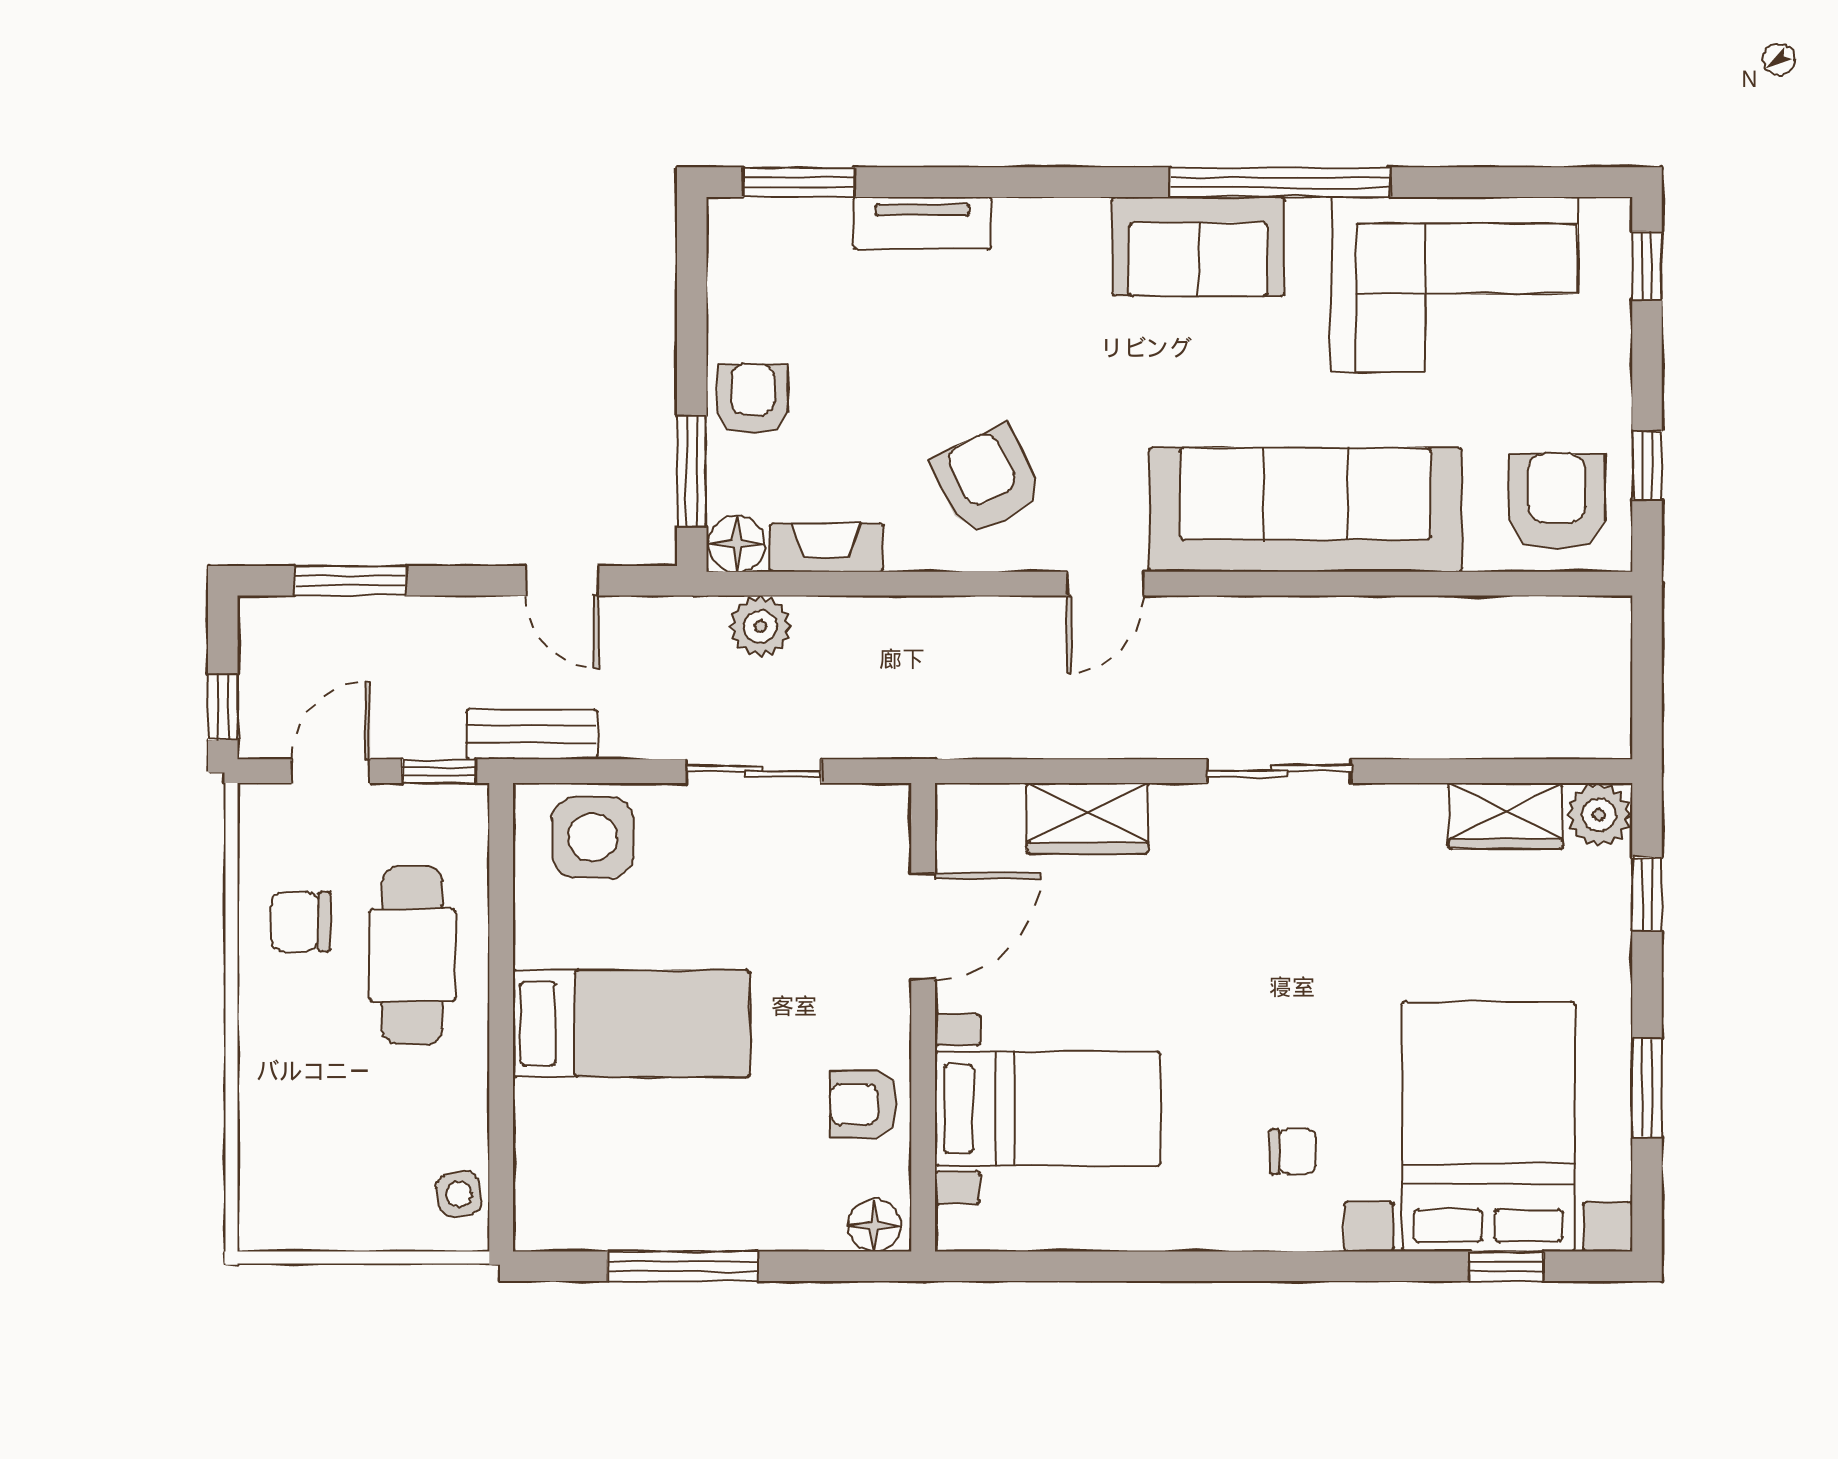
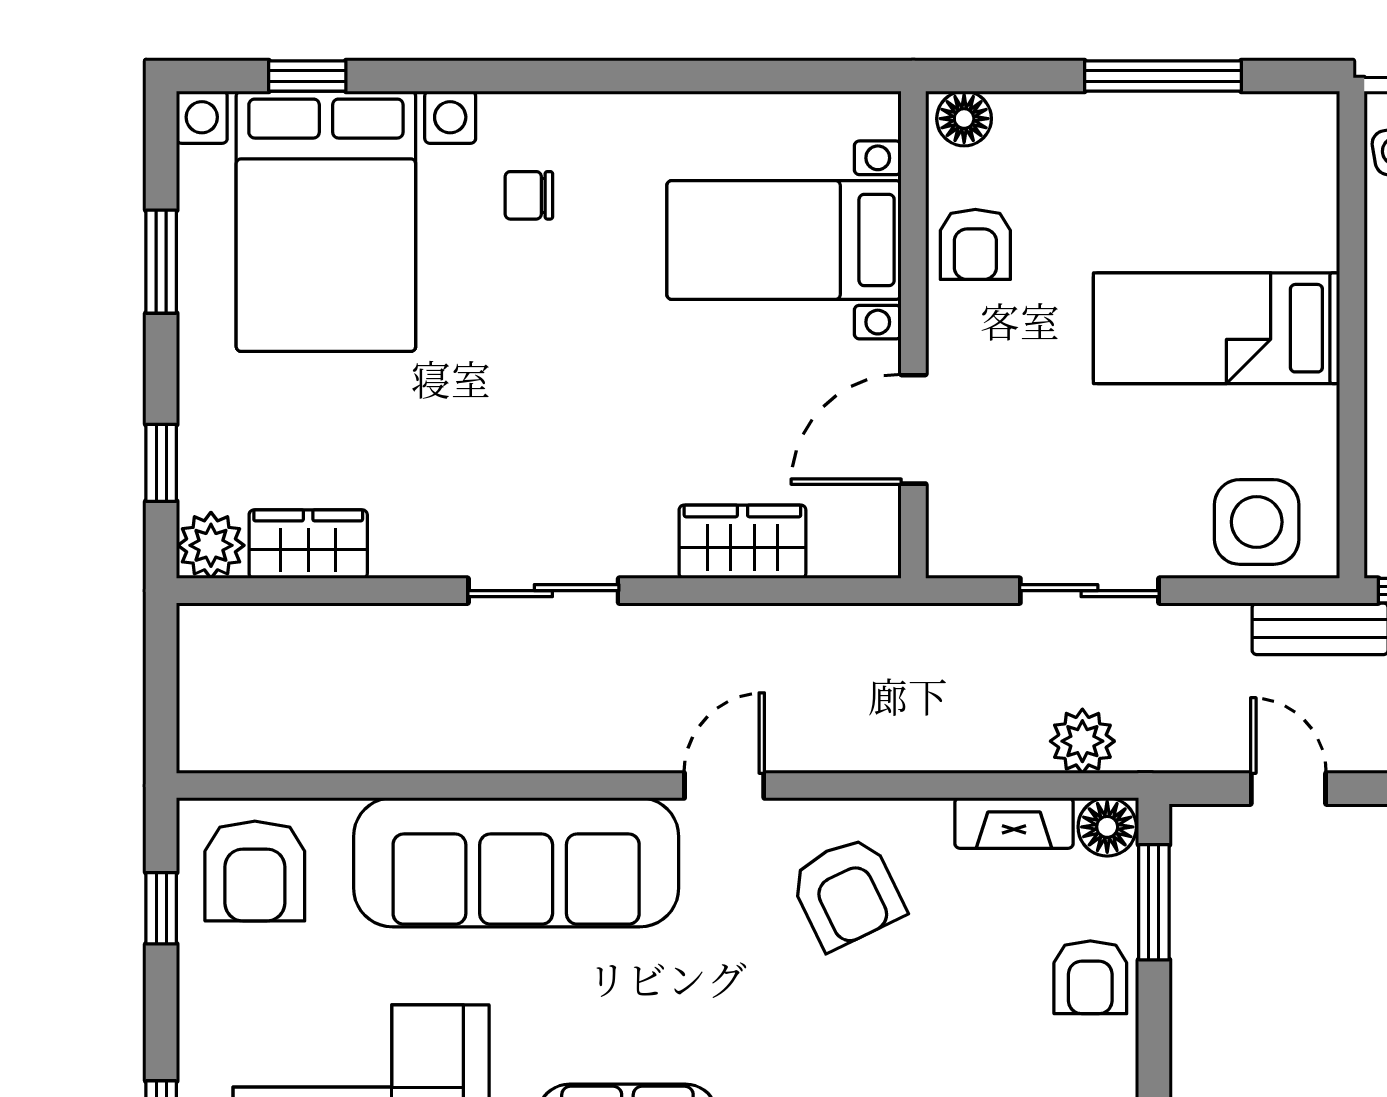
armchair: (863, 1104) -> (975, 244), turned 90

